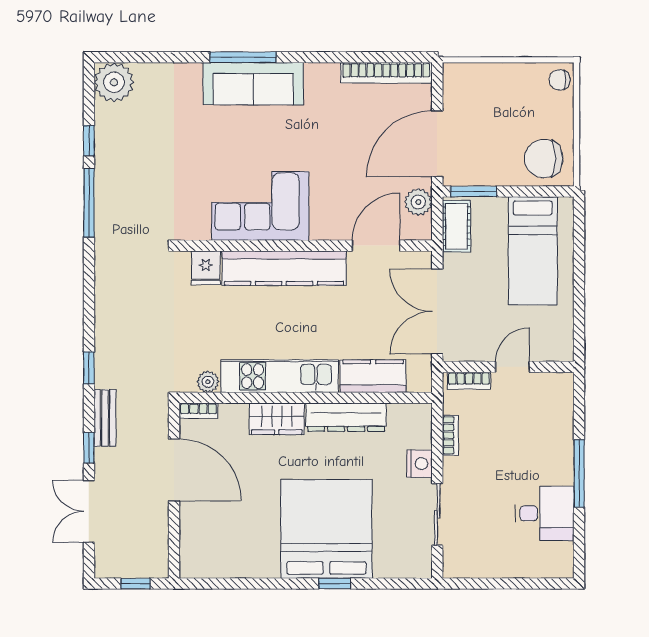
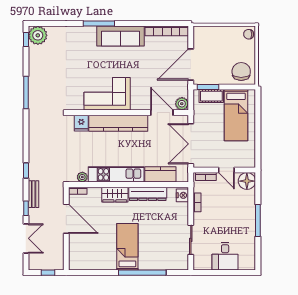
sofa: (253, 84) -> (120, 36), moved
window: (89, 141) -> (26, 40), moved
chair: (544, 159) -> (241, 71), turned 90
plant: (418, 202) -> (182, 104), moved
cot: (456, 226) -> (211, 96), moved, turned 90
door: (376, 246) -> (162, 113), hinge flipped
door: (513, 367) -> (226, 170), swing flipped
floor lamp: (556, 390) -> (247, 181), added
nightstand: (419, 464) -> (182, 195), moved
double door: (89, 511) -> (26, 238), swing flipped
desk: (545, 513) -> (225, 256), moved, turned 90
bed: (326, 529) -> (127, 247), width x0.49
window: (335, 584) -> (142, 273), width x3.17

